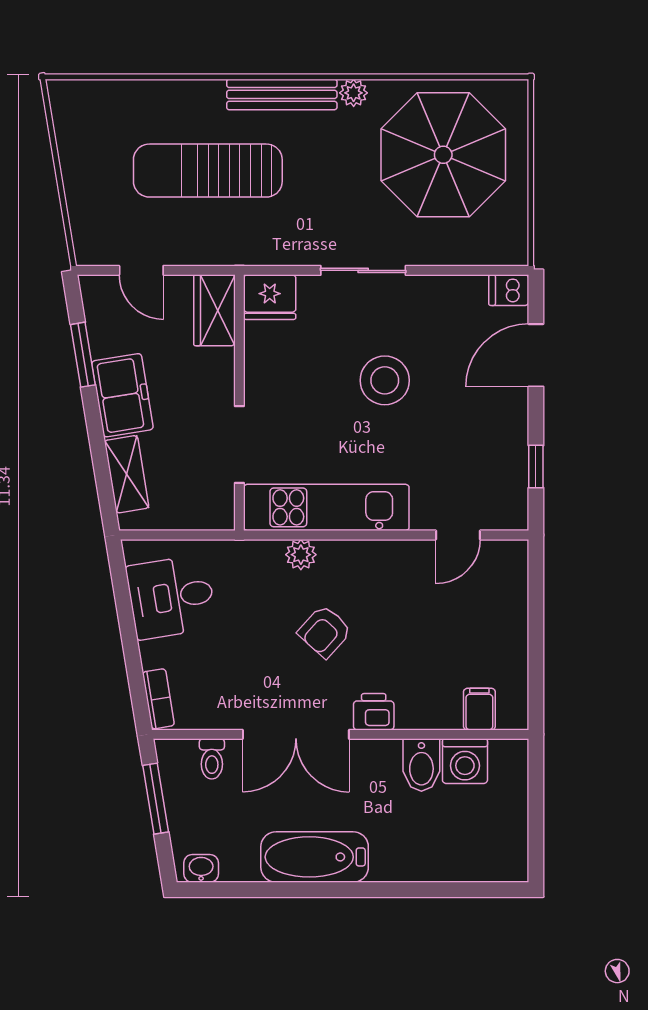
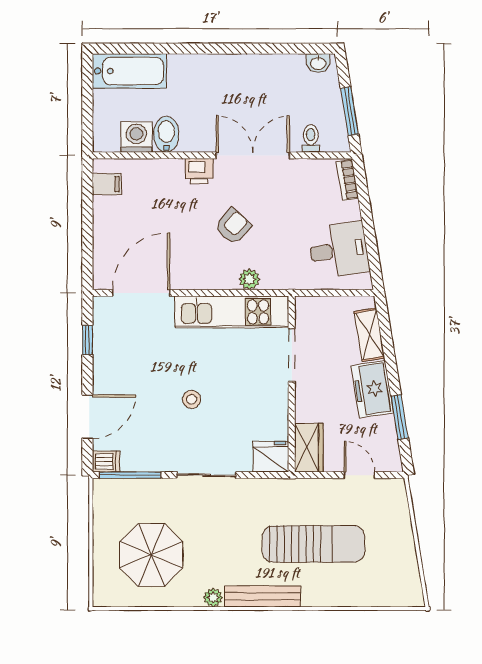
parasol: (443, 155) -> (151, 555), width x0.73, depth x0.73
window: (474, 270) -> (130, 475), added
stool: (385, 380) -> (192, 399), width x0.53, depth x0.53
door: (458, 535) -> (141, 293), width x1.87
filing cabinet: (479, 709) -> (107, 184), moved, turned -90
bathtub: (315, 857) -> (129, 71), moved

